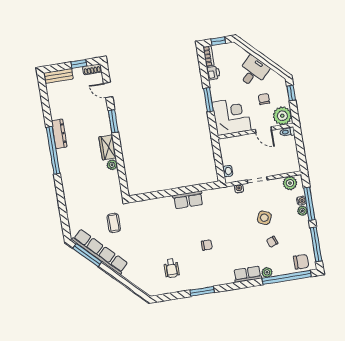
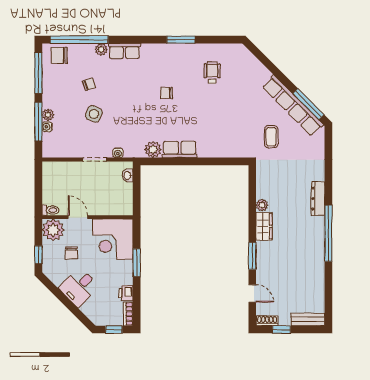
dresser: (59, 134) -> (318, 199), moved
plant: (290, 183) -> (153, 150), moved

